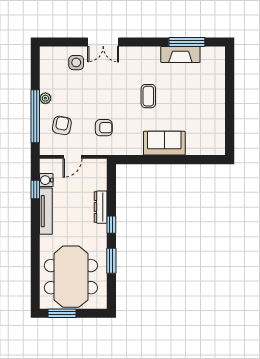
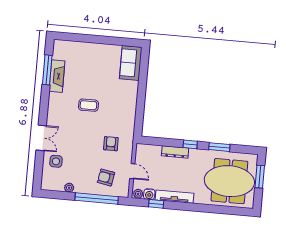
plant: (45, 98) -> (69, 188), moved
sofa: (164, 143) -> (131, 63), moved
plant: (45, 166) -> (138, 194), added
window: (62, 313) -> (260, 177), moved

